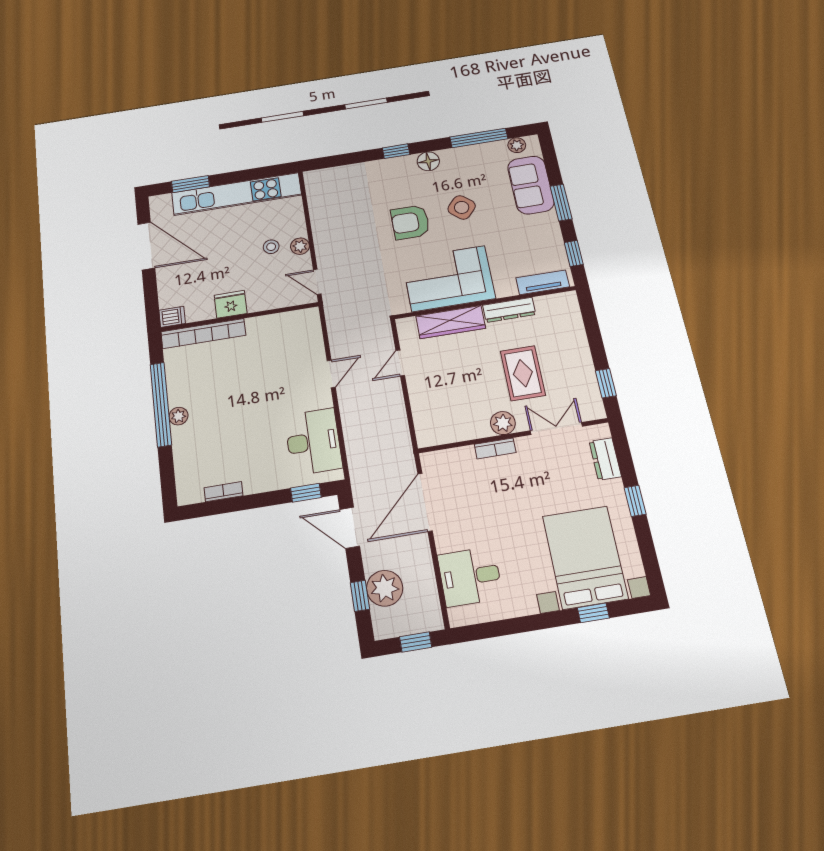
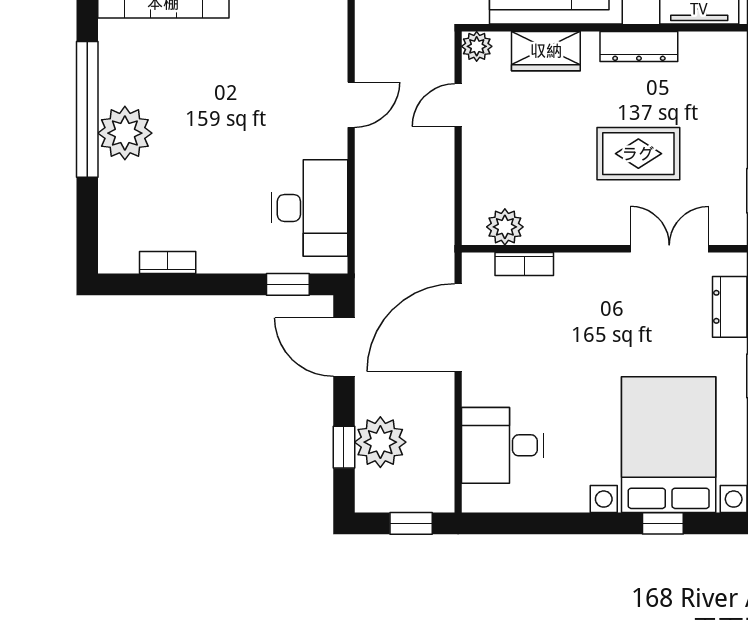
wardrobe: (451, 322) -> (546, 51), width x0.67
plant: (406, 326) -> (477, 46), added
rug: (523, 373) -> (638, 154), turned 90
plant: (178, 416) -> (125, 133), width x1.88, depth x1.88
plant: (503, 423) -> (505, 227), moved
bookcase: (495, 448) -> (524, 264), moved

